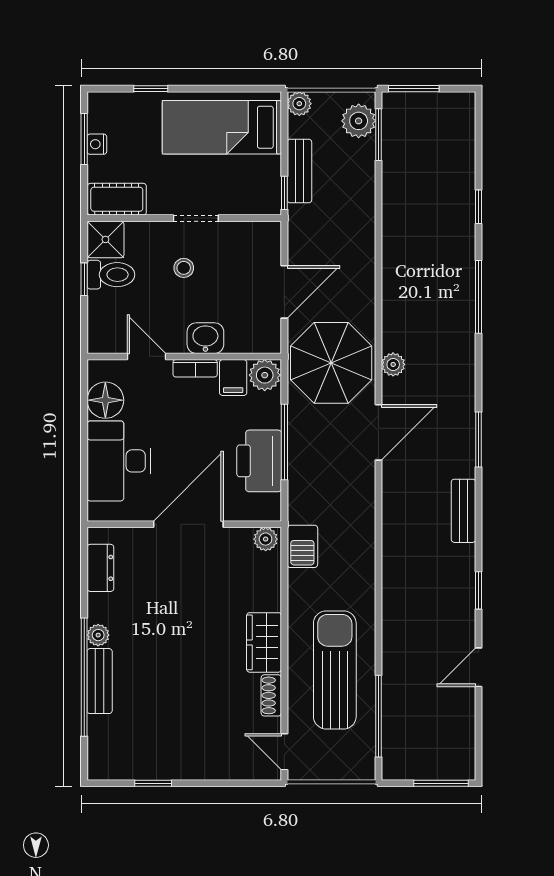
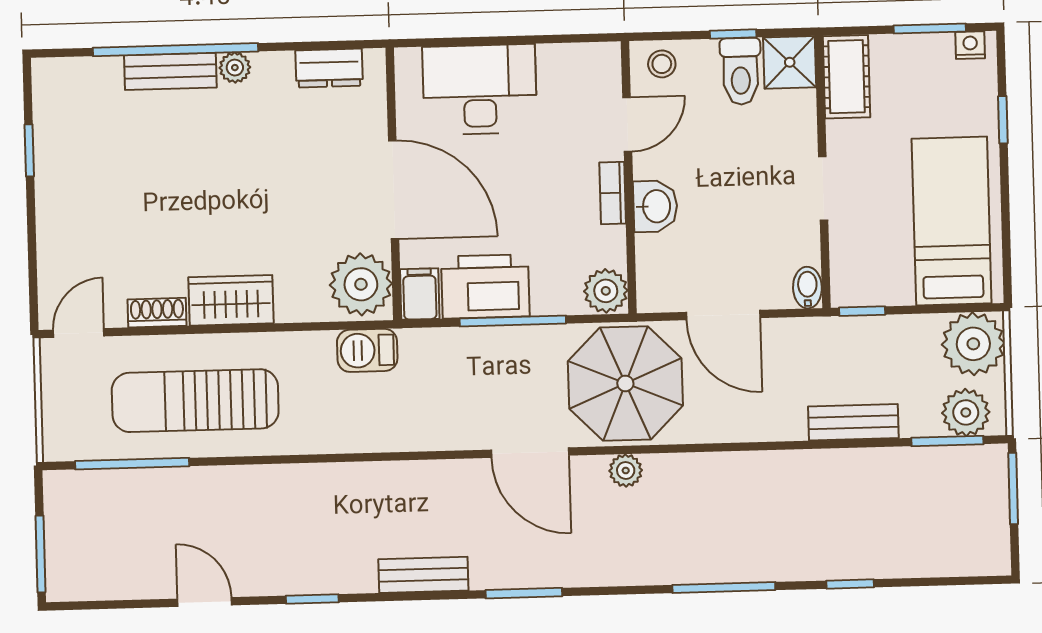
plant: (299, 104) -> (973, 344), width x1.87, depth x1.87
nightstand: (97, 144) -> (970, 45), moved
bench: (299, 171) -> (853, 422), moved
bidet: (266, 231) -> (807, 288), added
stool: (184, 268) -> (662, 64), moved
filing cabinet: (233, 378) -> (420, 294), moved, turned 90
floor lamp: (105, 400) -> (564, 68), removed
plant: (266, 539) -> (361, 284), width x1.88, depth x1.88
sun lounger: (335, 670) -> (195, 401), turned 180

